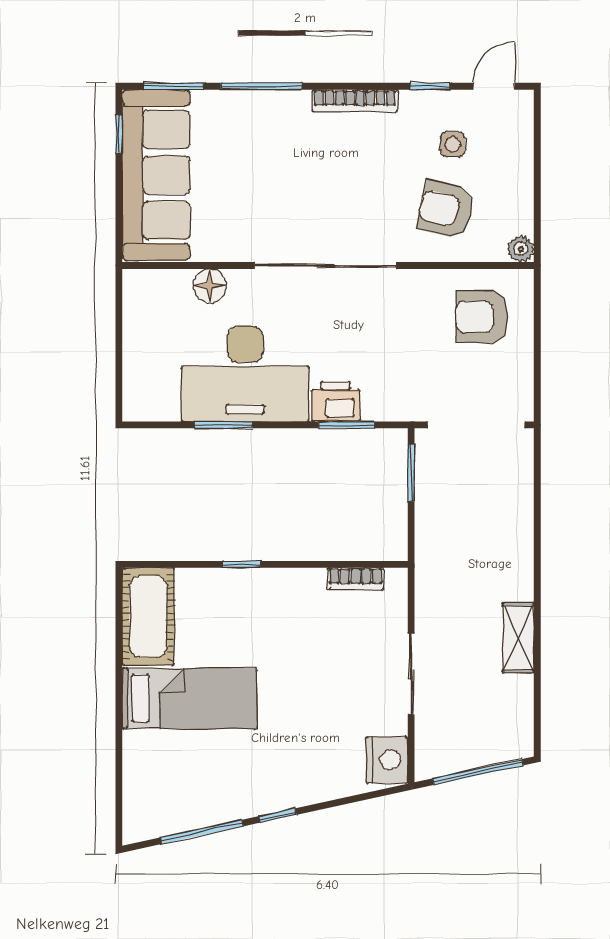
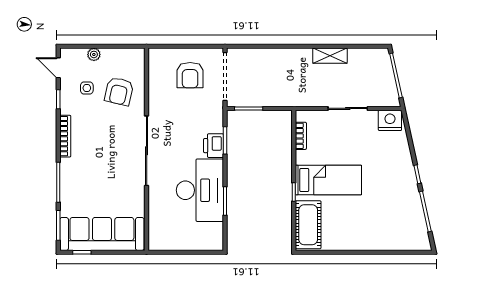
plant: (521, 249) -> (94, 54), moved
floor lamp: (210, 286) -> (156, 208), removed
armchair: (482, 317) -> (190, 75), moved
cot: (148, 617) -> (308, 225), moved, turned 90
bed: (189, 698) -> (328, 180), moved, turned 90

